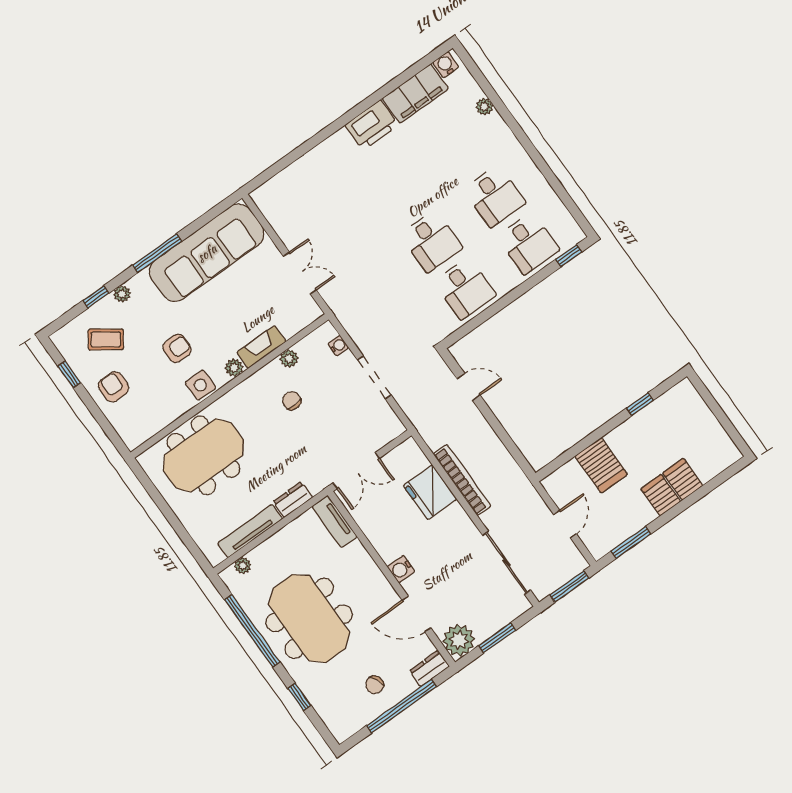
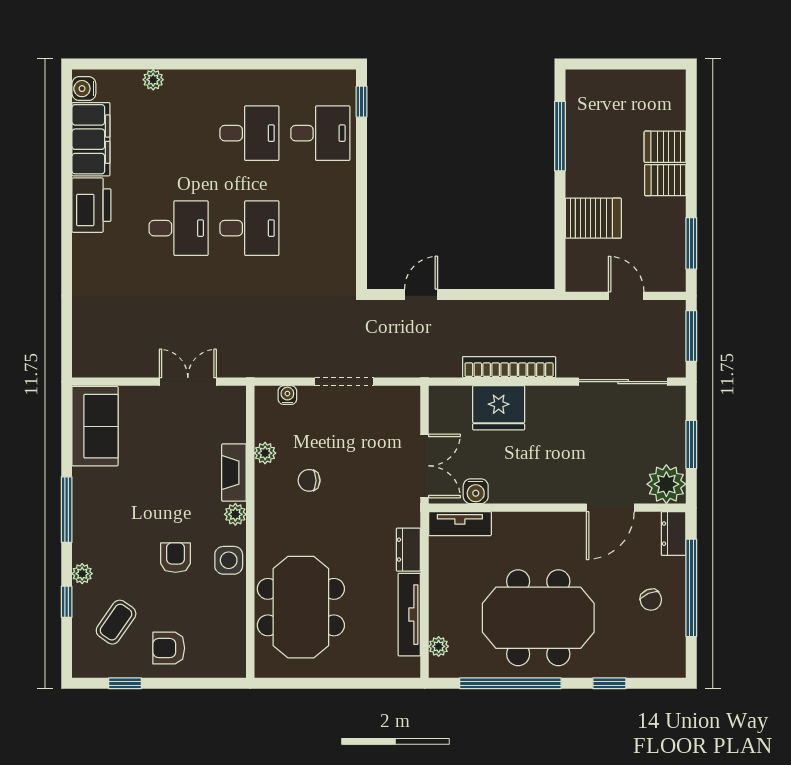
sofa: (207, 253) -> (95, 426), width x0.54, depth x0.79
desk: (465, 288) -> (179, 228), moved
window: (640, 404) -> (560, 136), width x2.17
water cooler: (401, 569) -> (476, 491), moved

